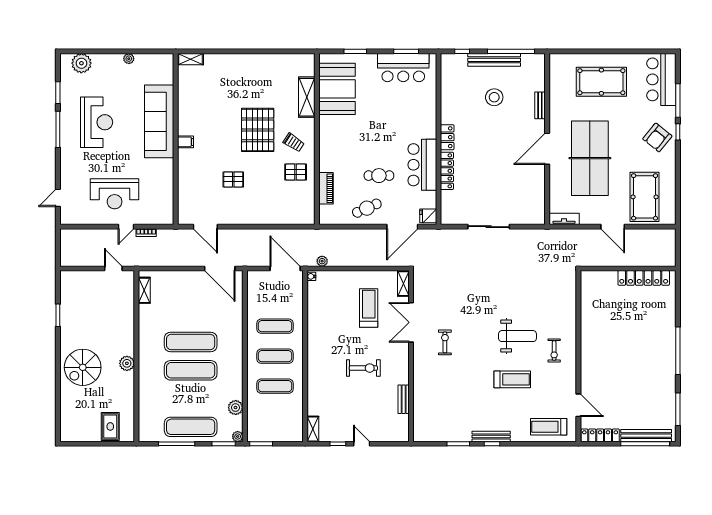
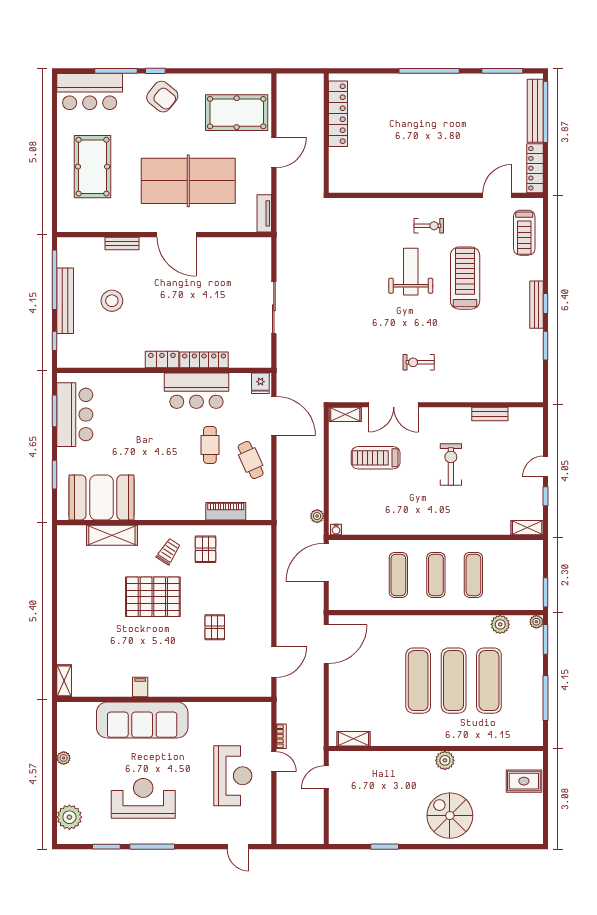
filing cabinet: (186, 142) -> (140, 687), moved
spiral stairs: (83, 367) -> (450, 816), turned 180
treadmill: (512, 379) -> (465, 278), width x1.37, depth x1.38
exercise mat: (191, 427) -> (489, 681), moved

